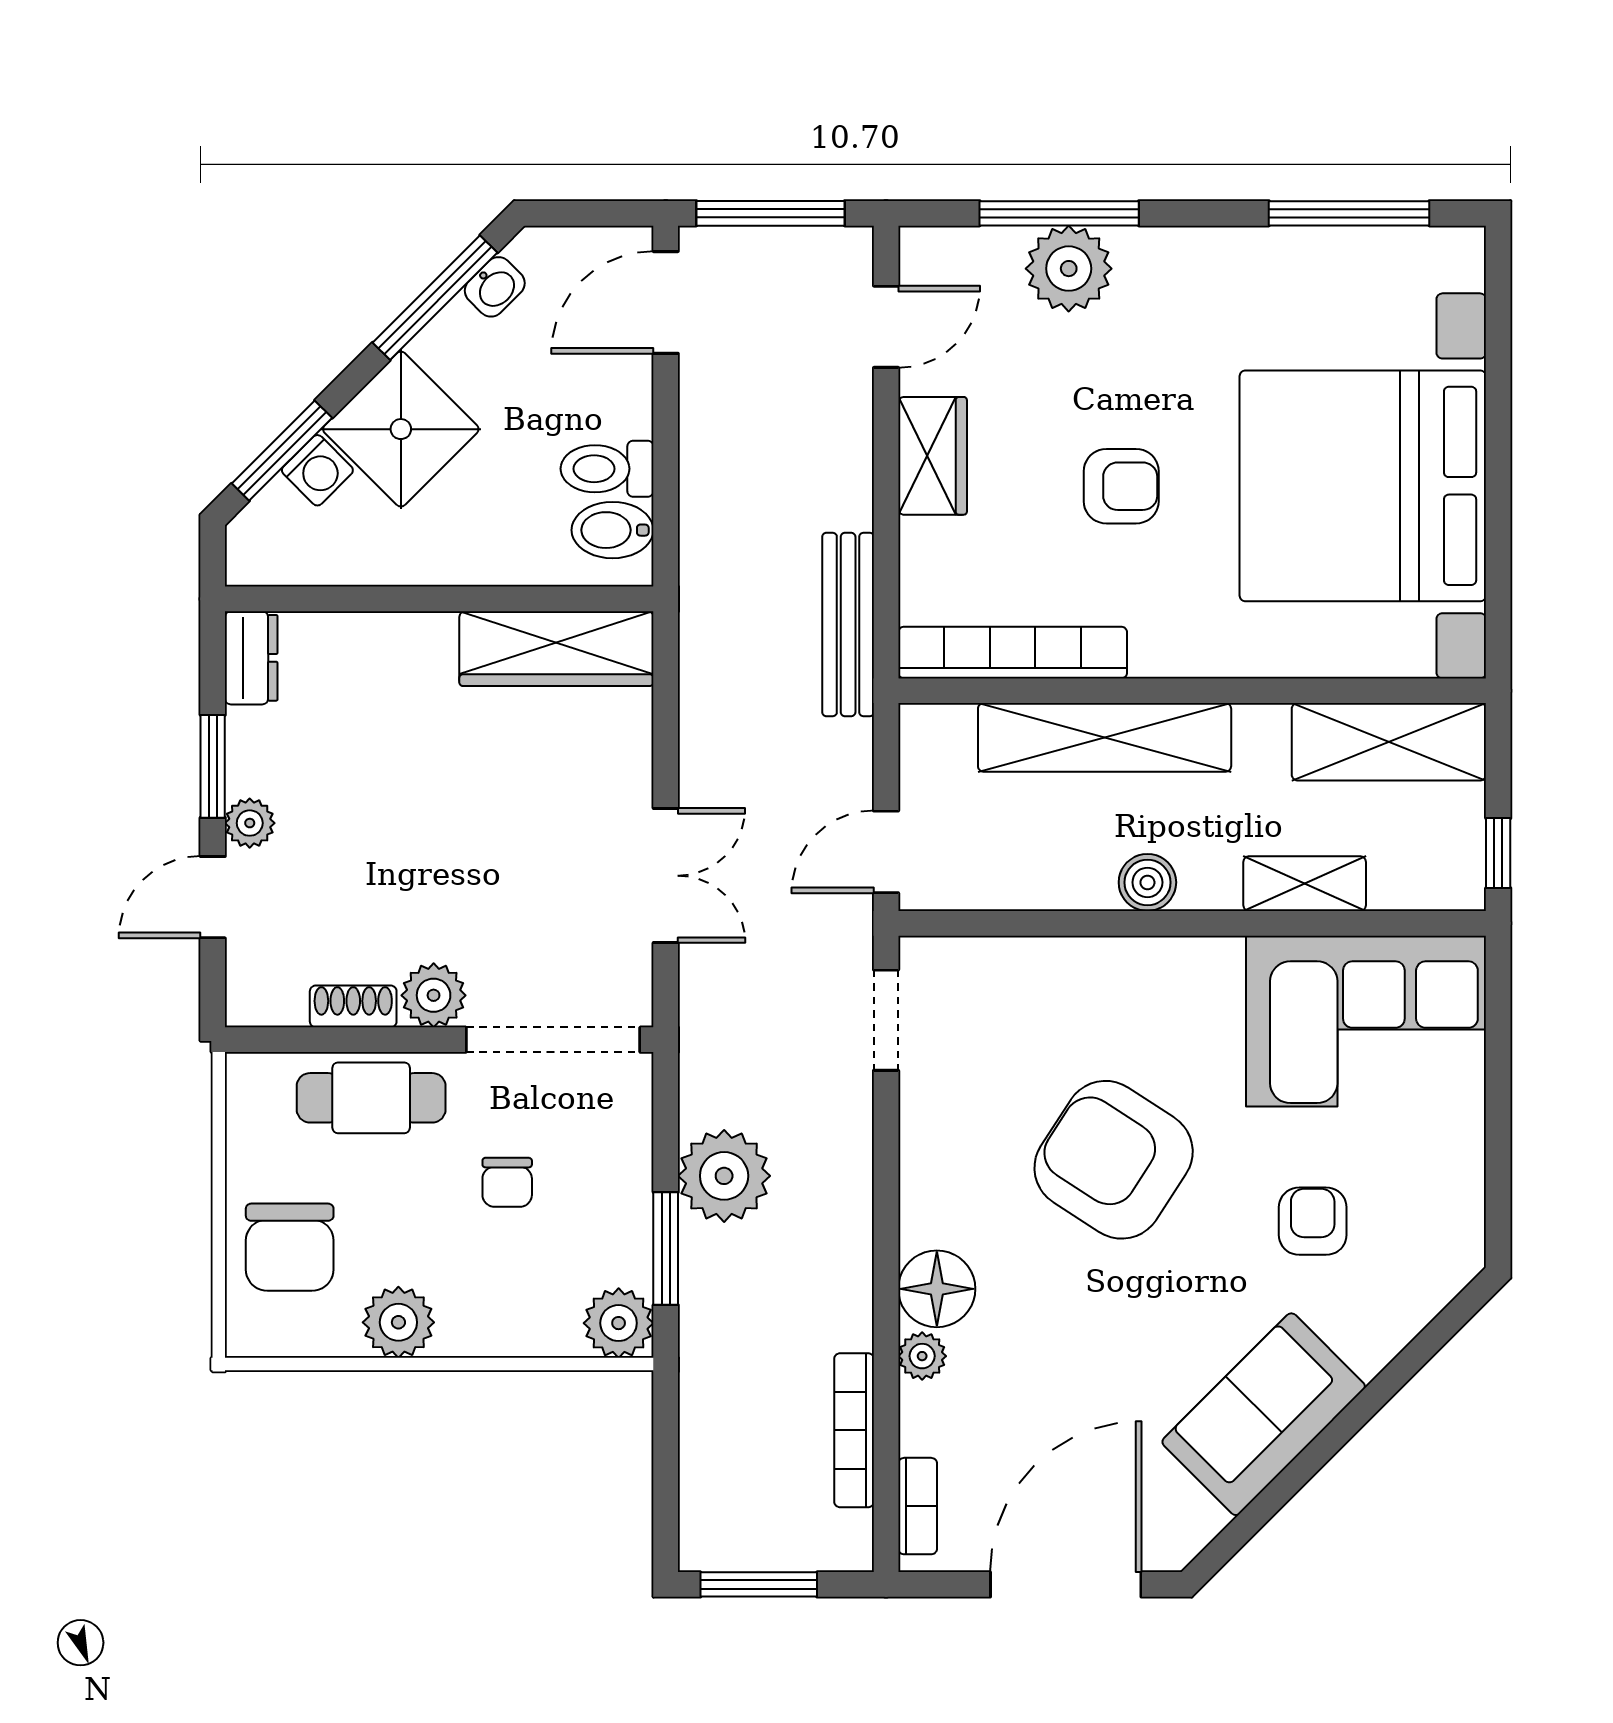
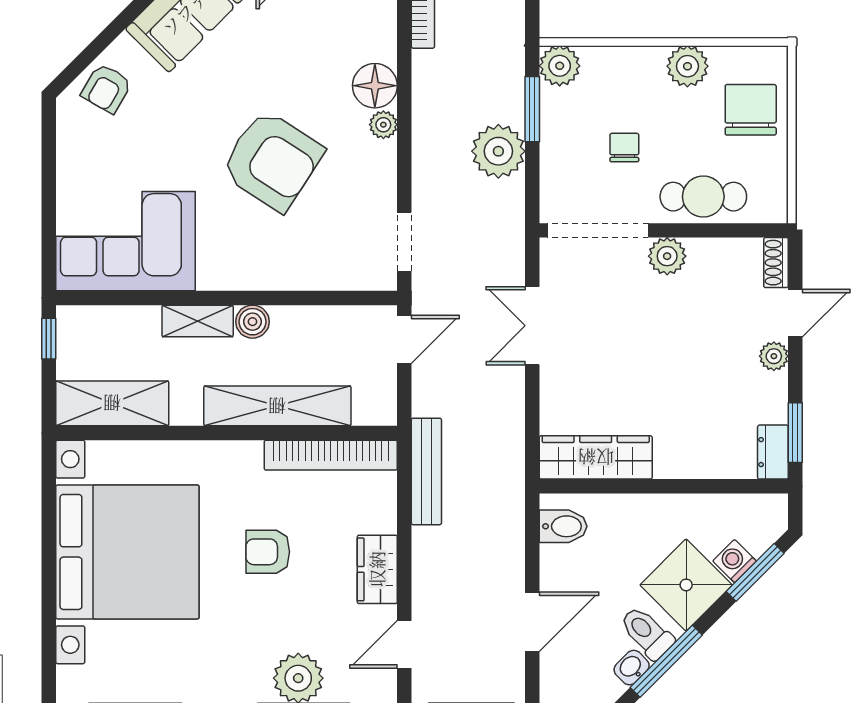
door: (666, 302) -> (532, 622), moved
toilet: (607, 469) -> (647, 633), moved, turned -135
window: (213, 766) -> (795, 433), moved
shelving: (1305, 884) -> (198, 321), moved
shoe rack: (353, 1006) -> (776, 263), moved, turned 90
armchair: (1313, 1221) -> (106, 88), moved, turned 30
plant: (922, 1356) -> (383, 125), moved

